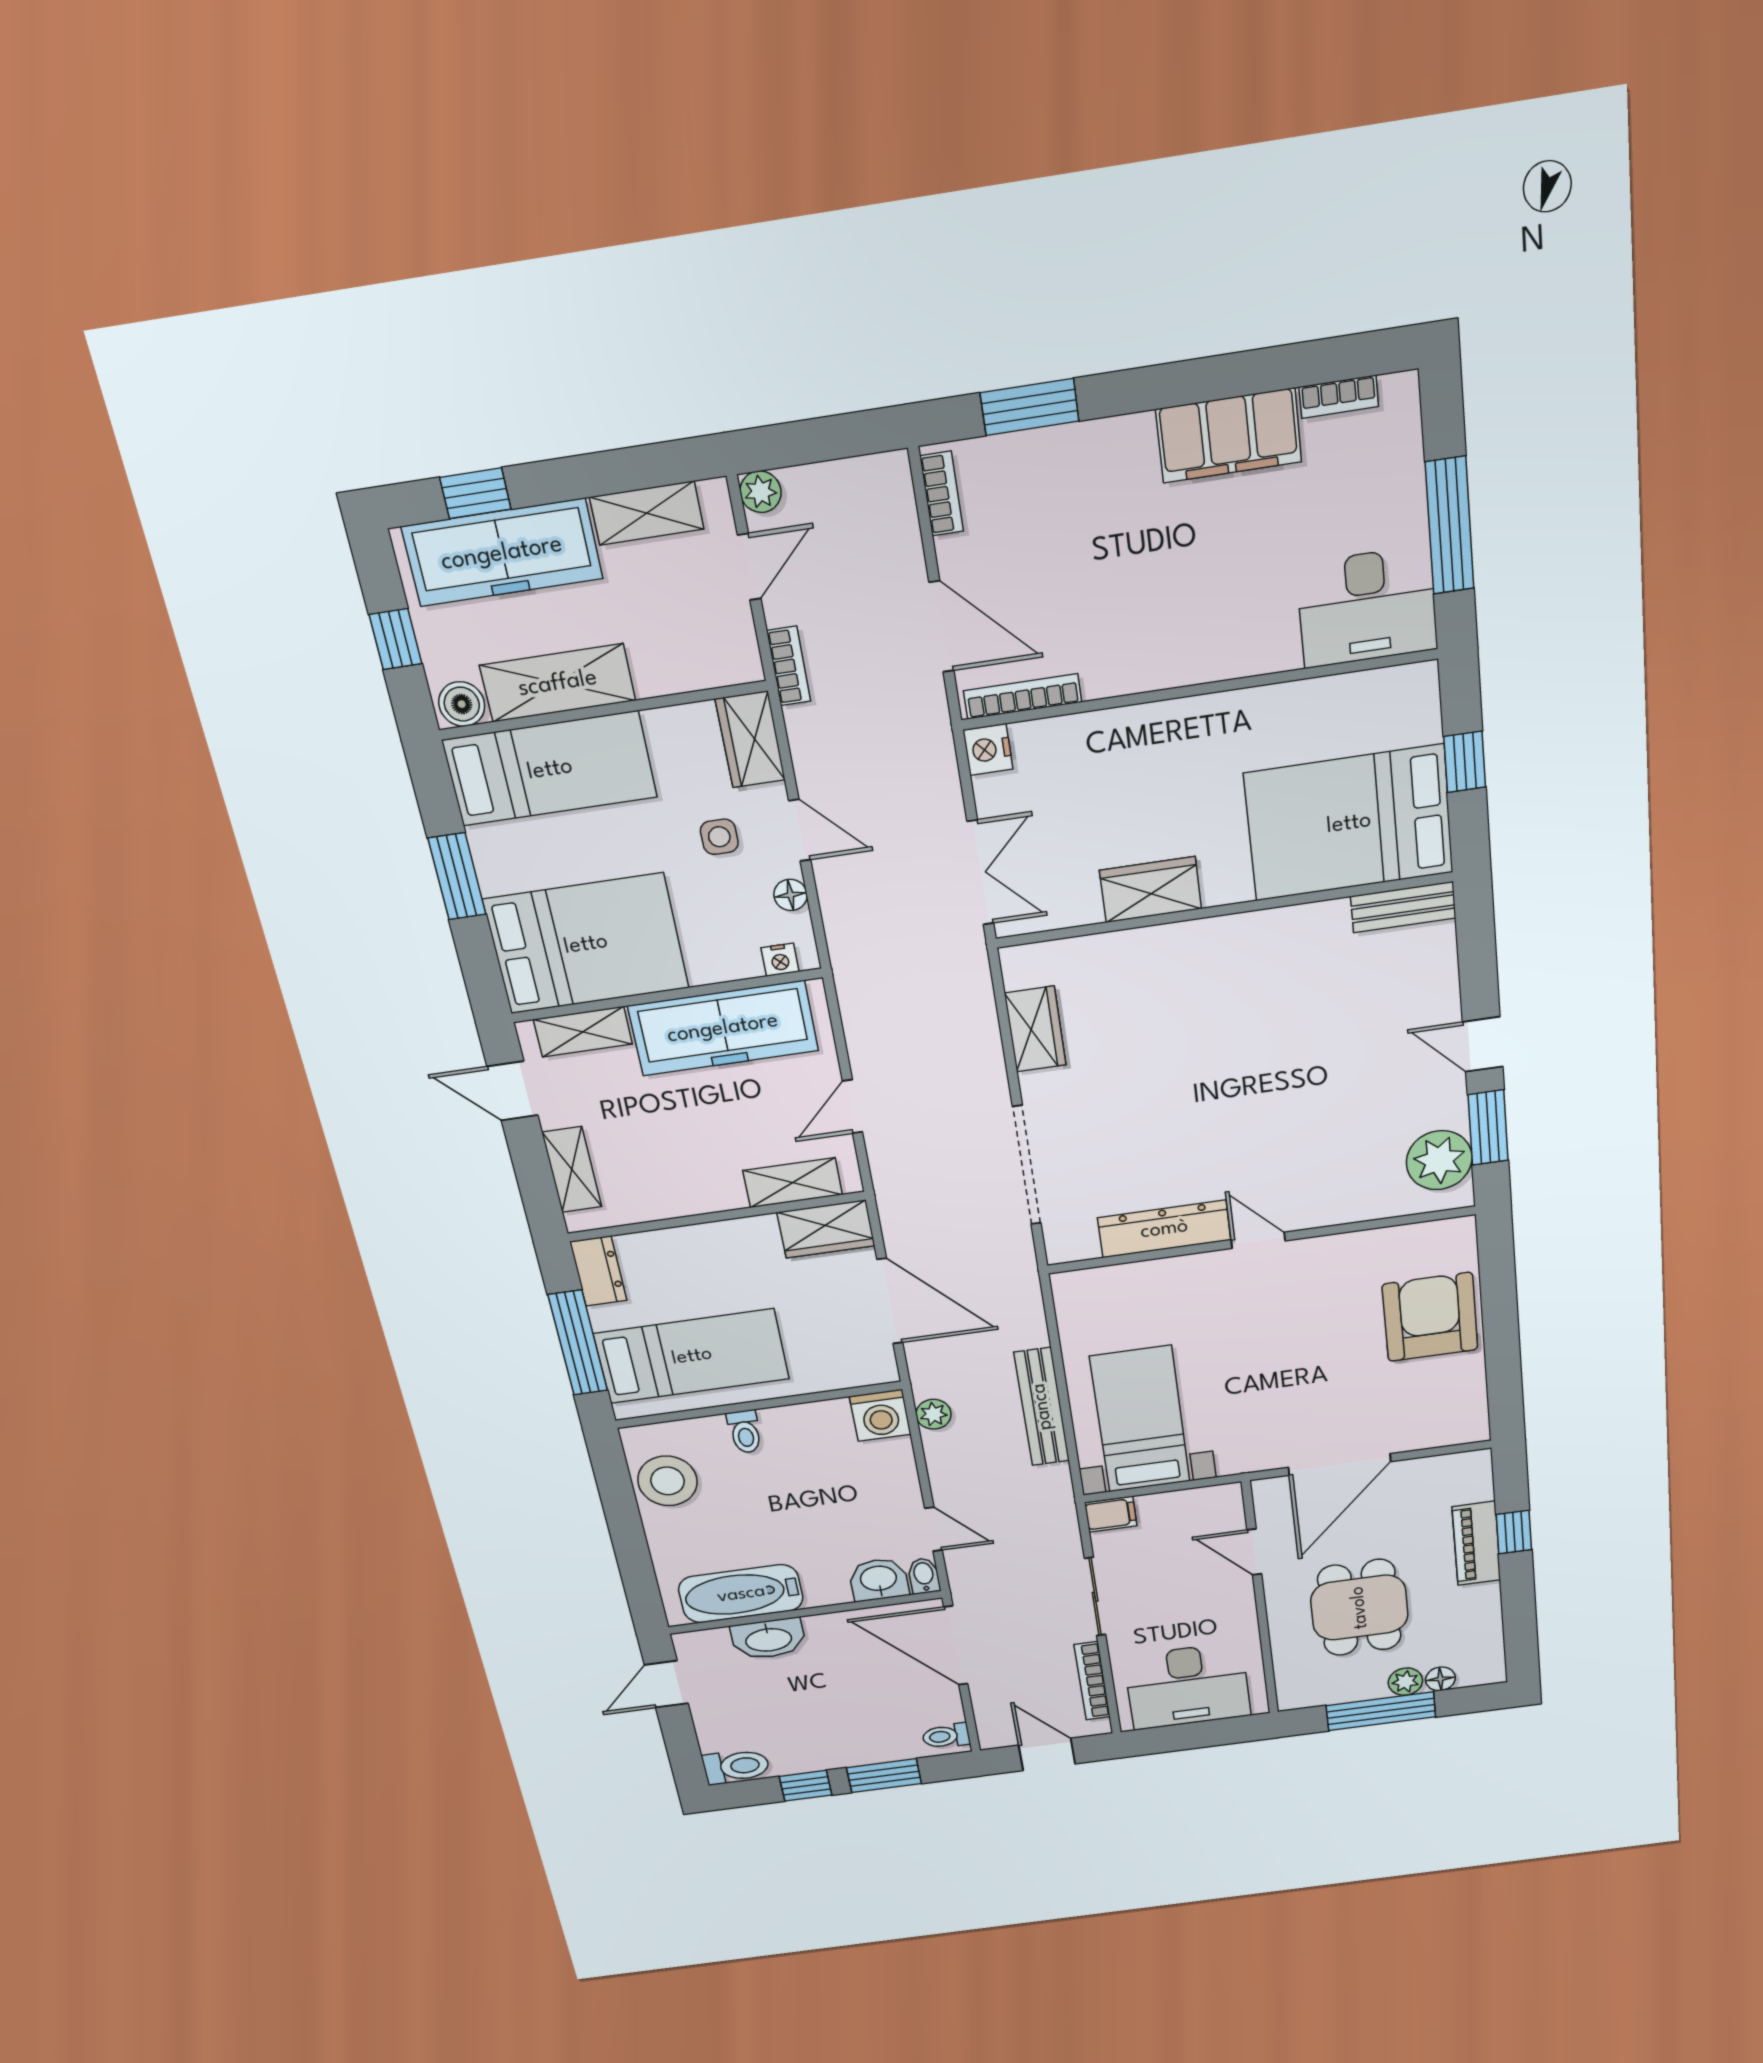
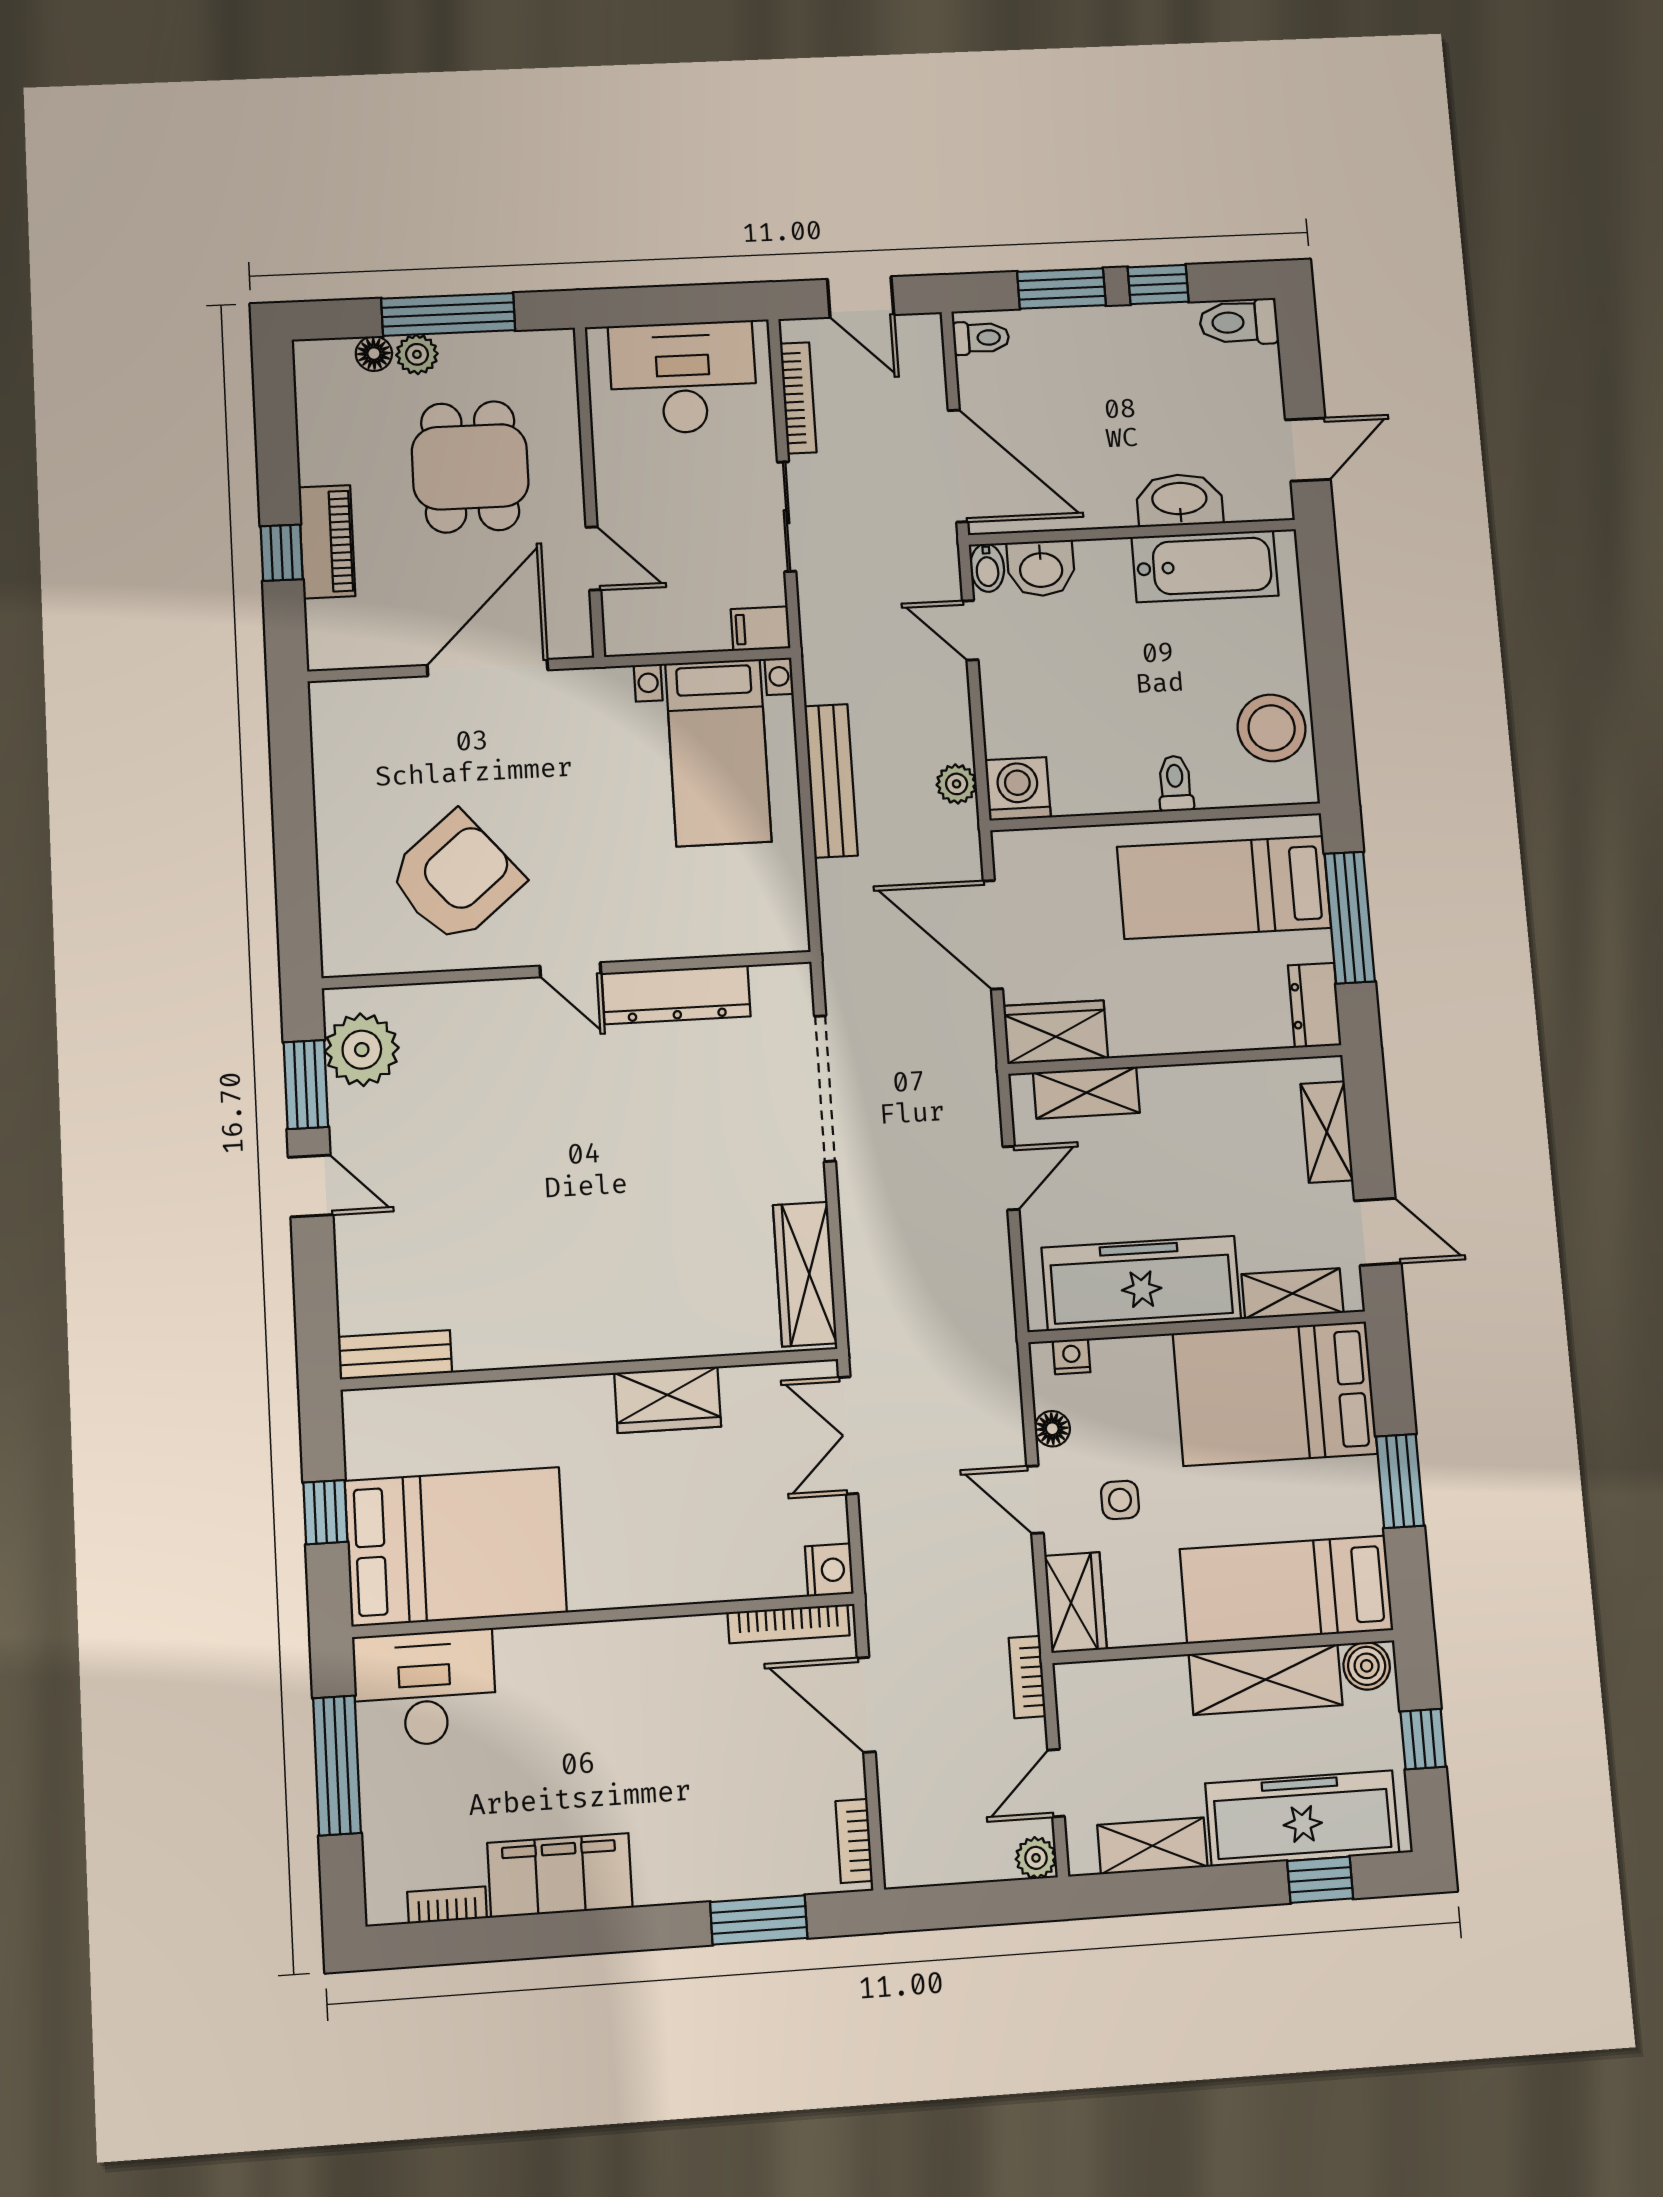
bed: (1349, 823) -> (456, 1547), moved
wardrobe: (1035, 1029) -> (805, 1274), width x1.50
armchair: (1430, 1317) -> (455, 878), moved, turned -130

